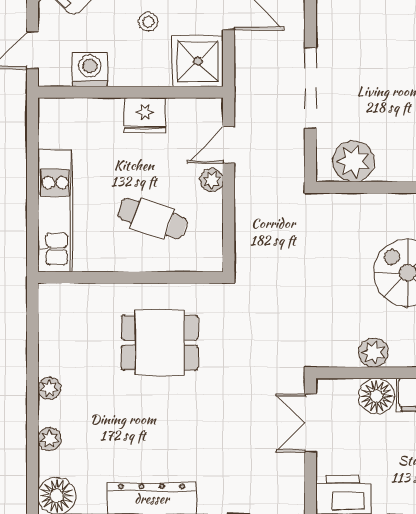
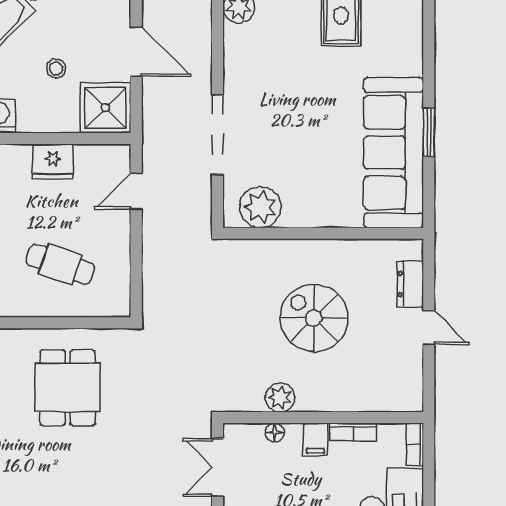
plant: (212, 180) -> (119, 226), removed
dining table: (160, 343) -> (68, 388), turned 90
floor lamp: (376, 396) -> (275, 432), width x0.53, depth x0.53

